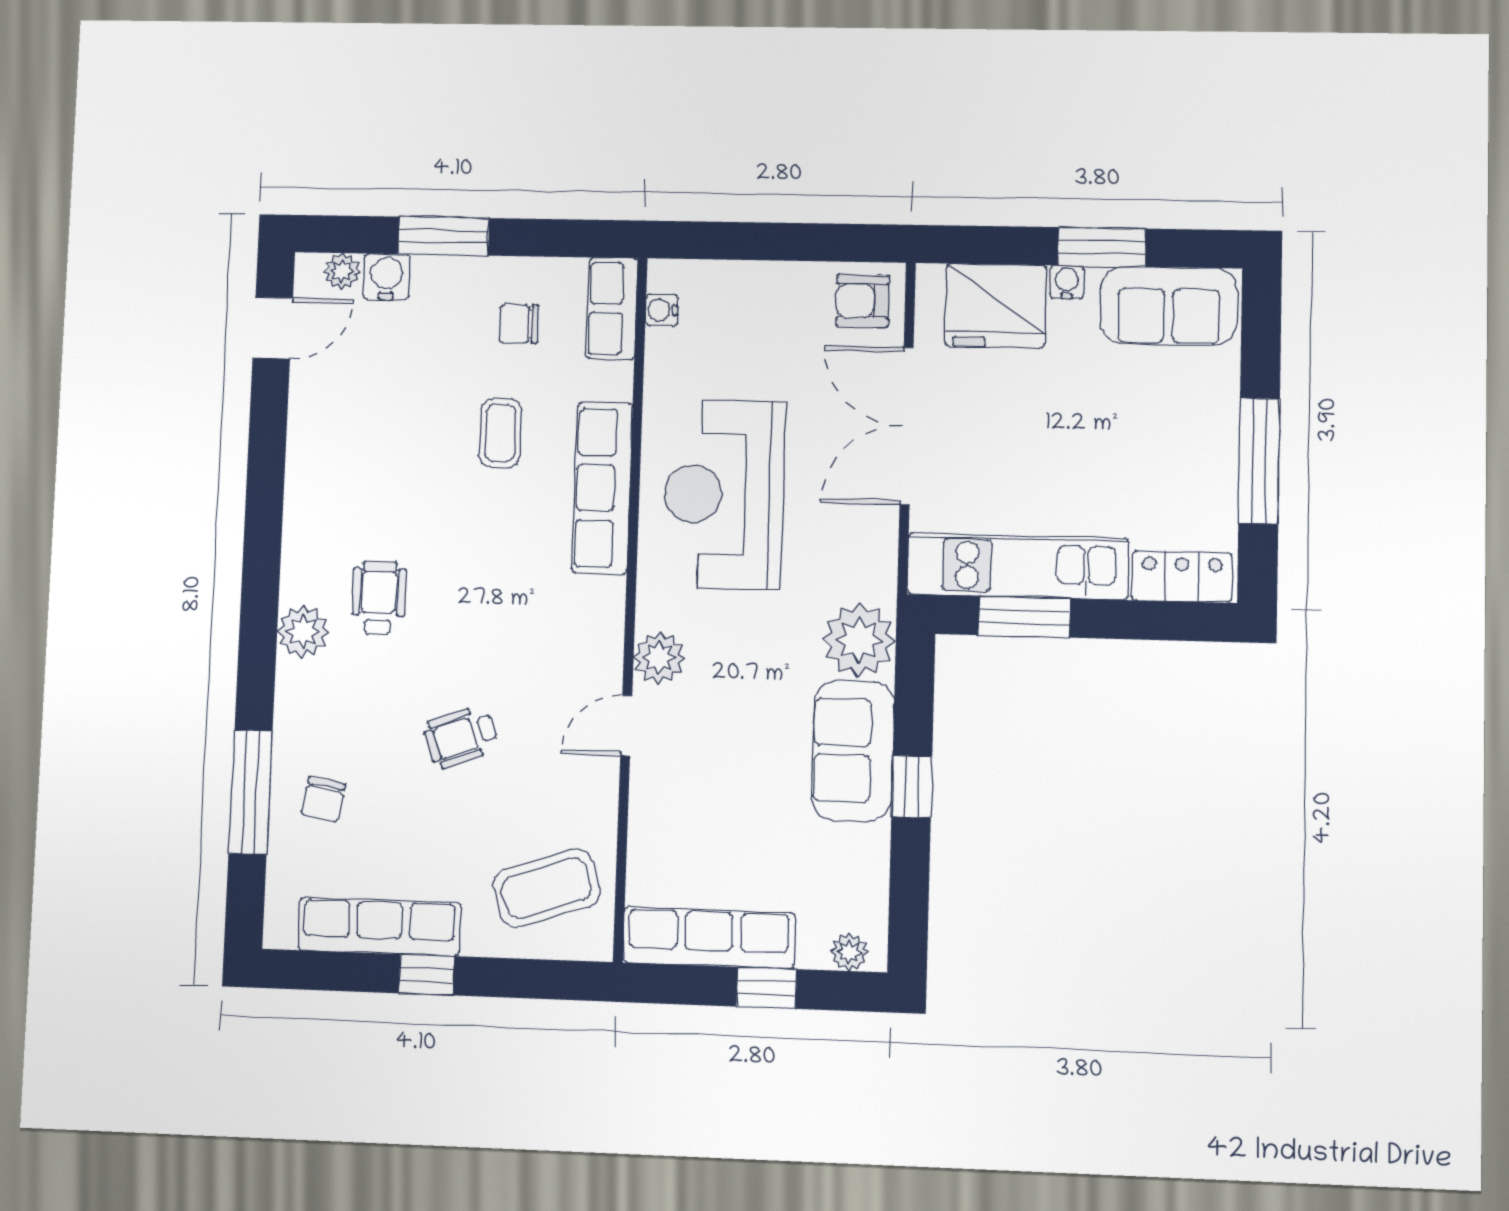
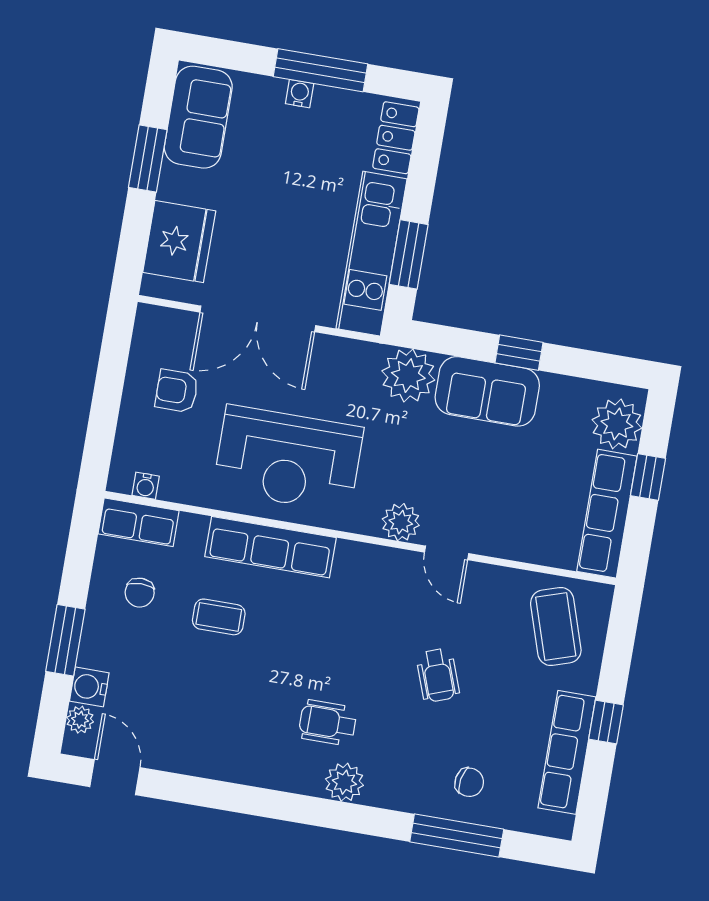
water cooler: (1067, 282) -> (300, 94), moved, turned 90
armchair: (862, 301) -> (177, 391), moved, turned 90
plant: (849, 952) -> (617, 424), width x1.88, depth x1.88

